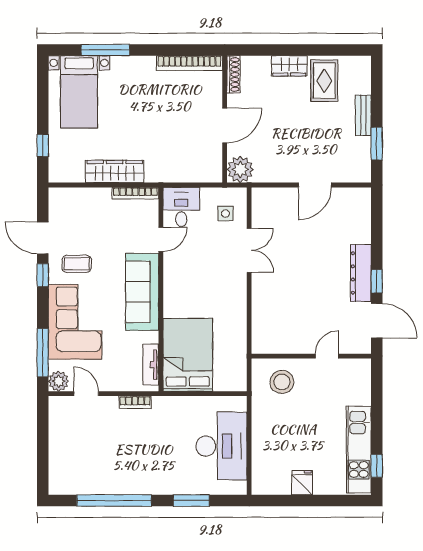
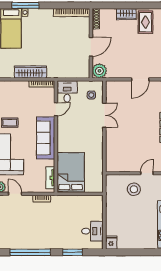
stool: (282, 382) -> (134, 189), moved
desk: (222, 446) -> (92, 231), width x0.53, depth x0.77
fridge: (302, 483) -> (111, 242), moved

